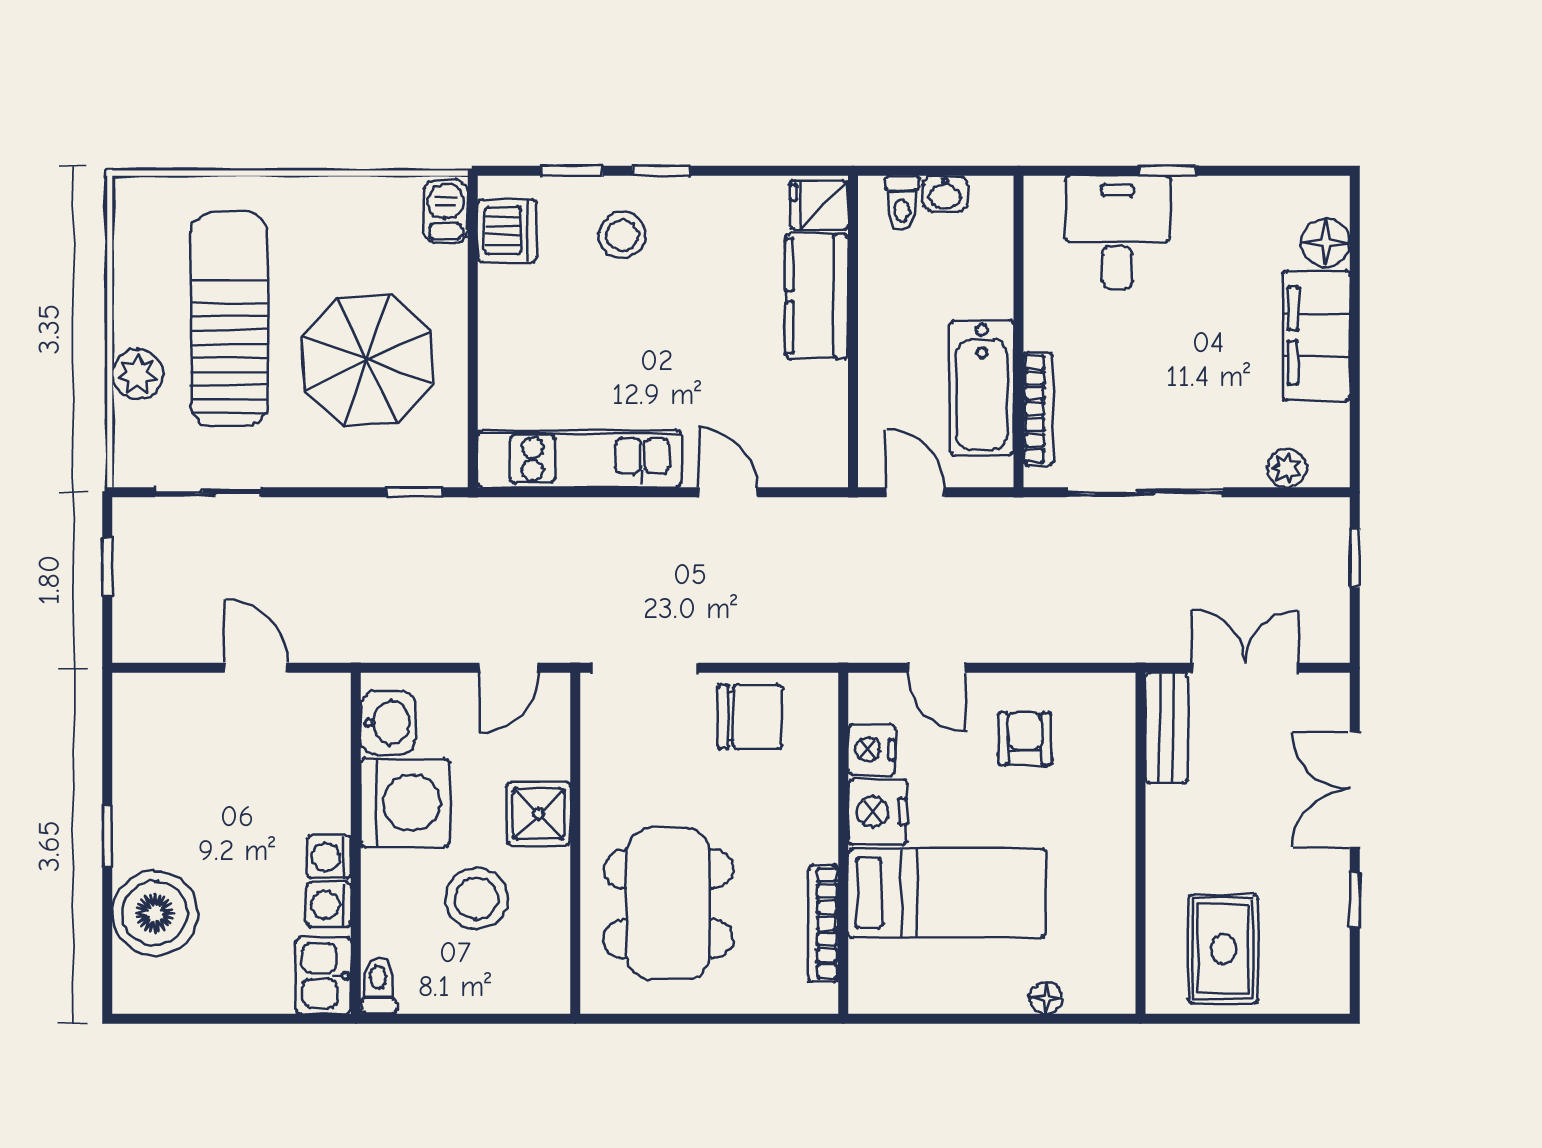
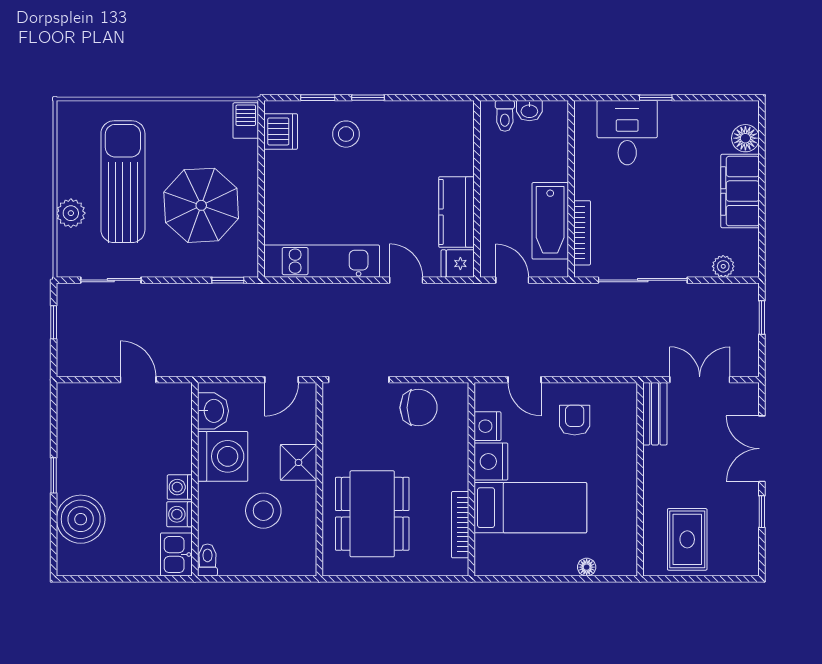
fridge: (819, 205) -> (458, 264), moved
kitchen counter: (817, 296) -> (456, 212), moved

